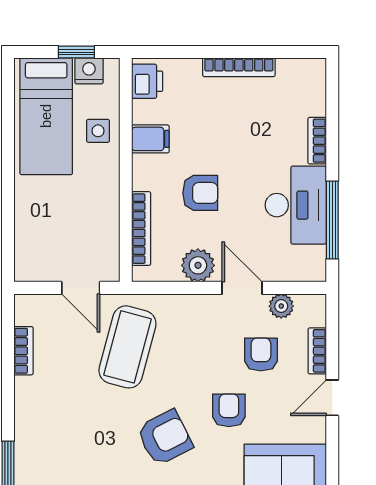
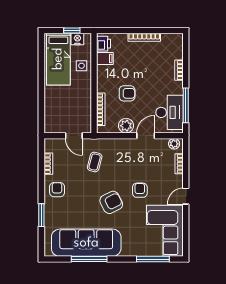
filing cabinet: (150, 139) -> (105, 58), moved
desk: (296, 205) -> (170, 112), moved
door: (242, 288) -> (146, 136), hinge flipped
plant: (281, 306) -> (174, 144), moved
coffee table: (127, 347) -> (95, 162), width x0.54, depth x0.58
armchair: (261, 354) -> (57, 190), moved
door: (332, 398) -> (186, 196), moved

